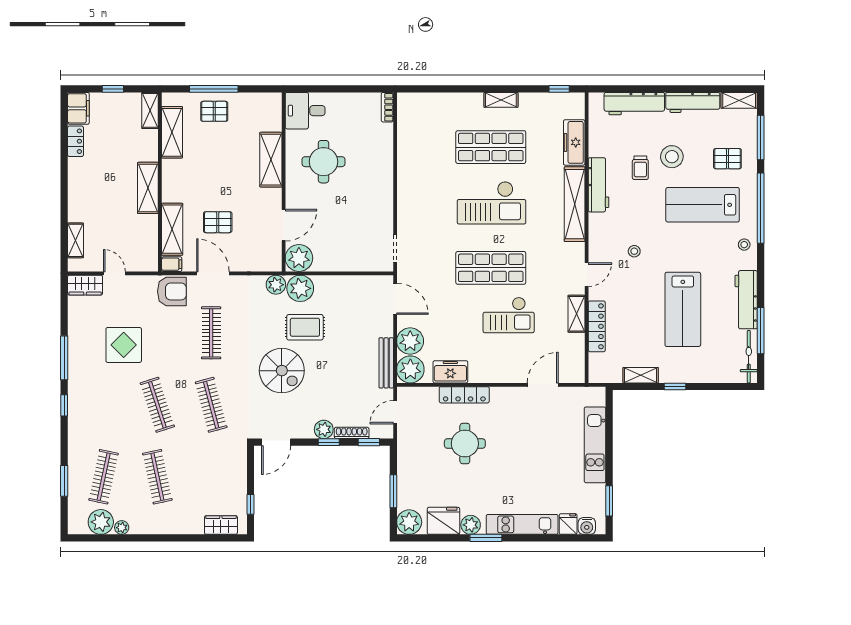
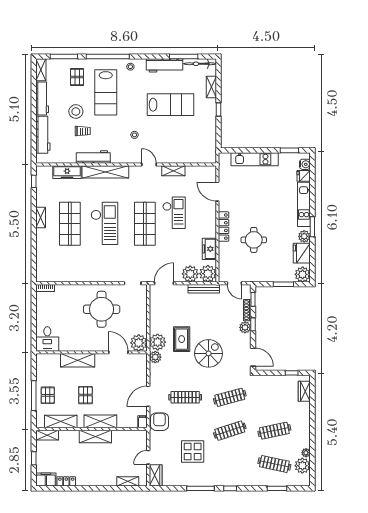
round table: (324, 162) -> (102, 309), moved, width x1.36, depth x1.36
pallet: (218, 222) -> (86, 395), moved
shelving: (172, 229) -> (100, 421), moved
locker: (597, 326) -> (181, 158), removed
shelving: (641, 375) -> (211, 87), moved
locker: (464, 395) -> (224, 227), moved

